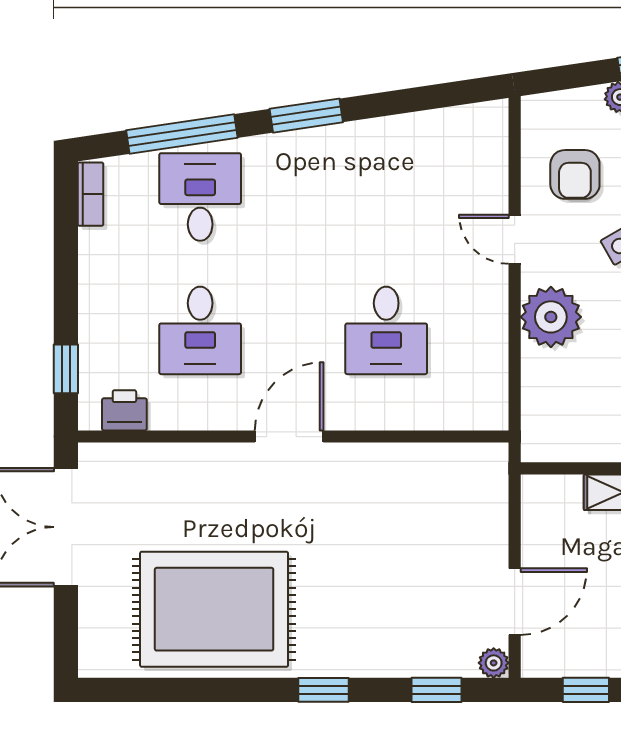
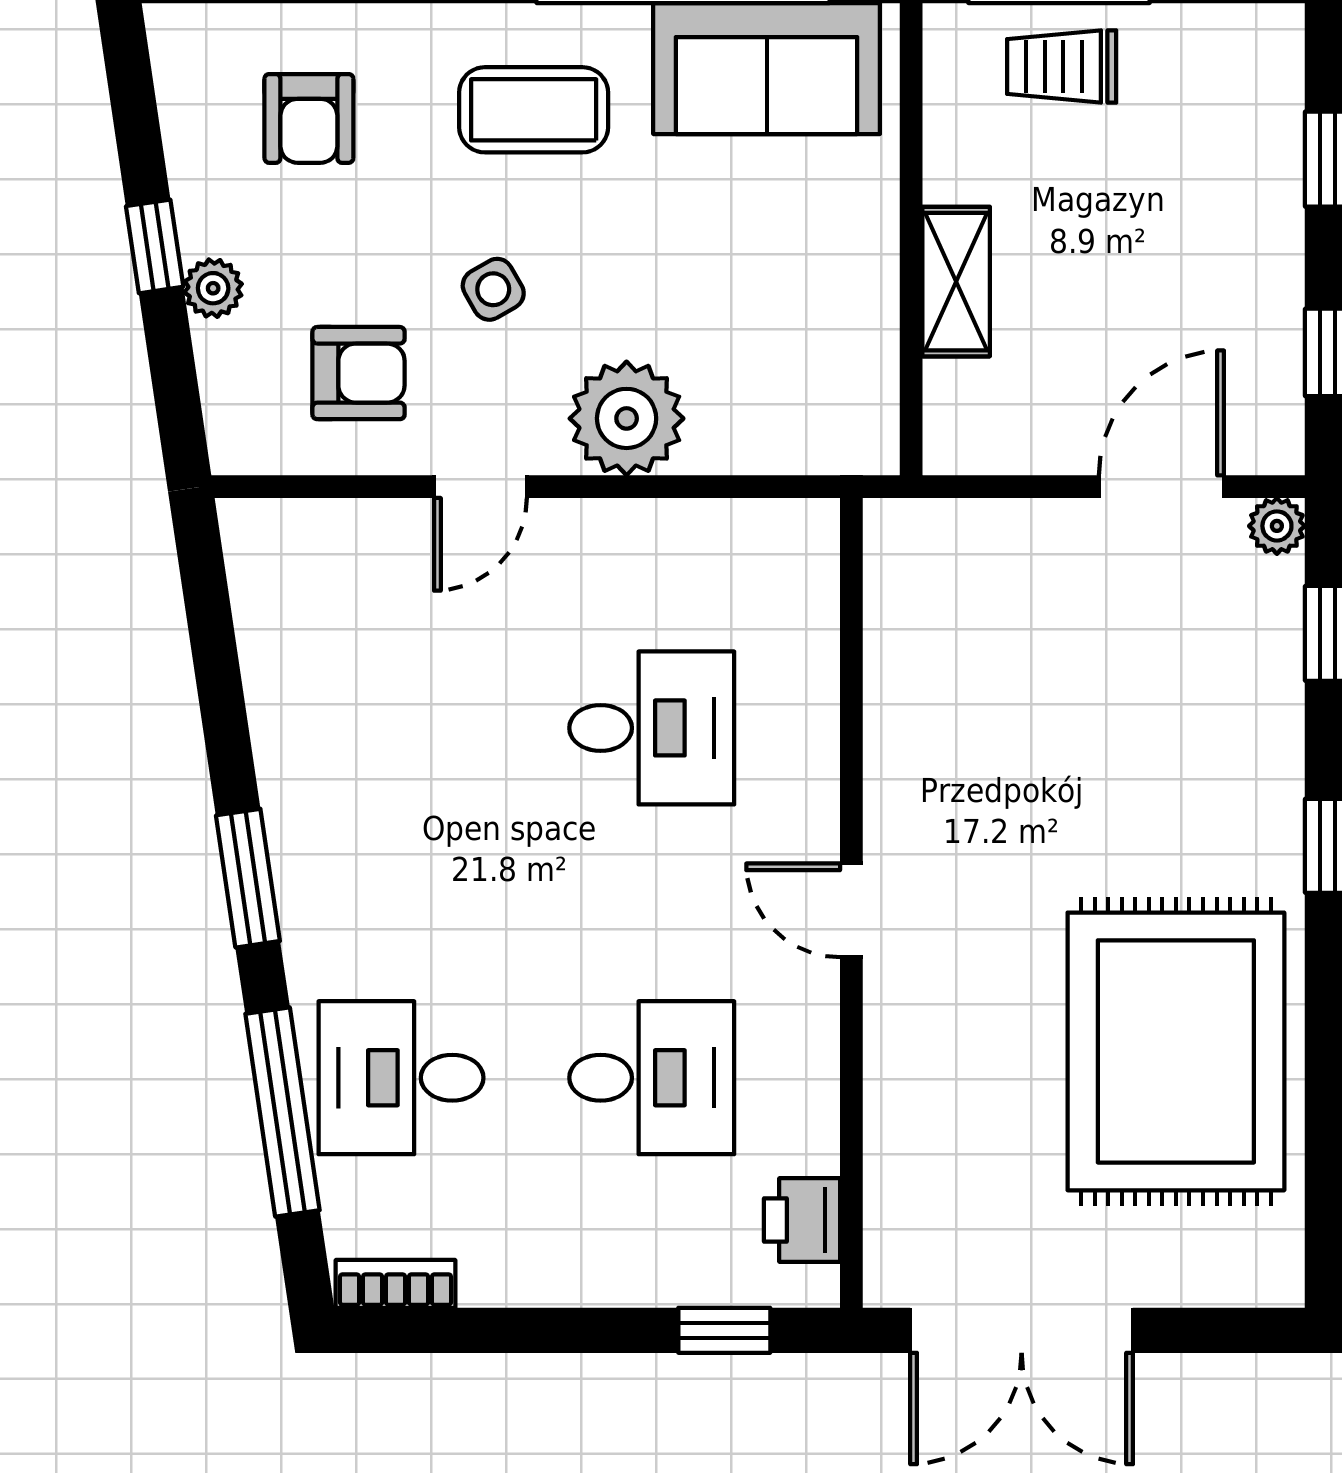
door: (289, 437) -> (851, 910), width x0.73
door: (515, 602) -> (1161, 487), hinge flipped

